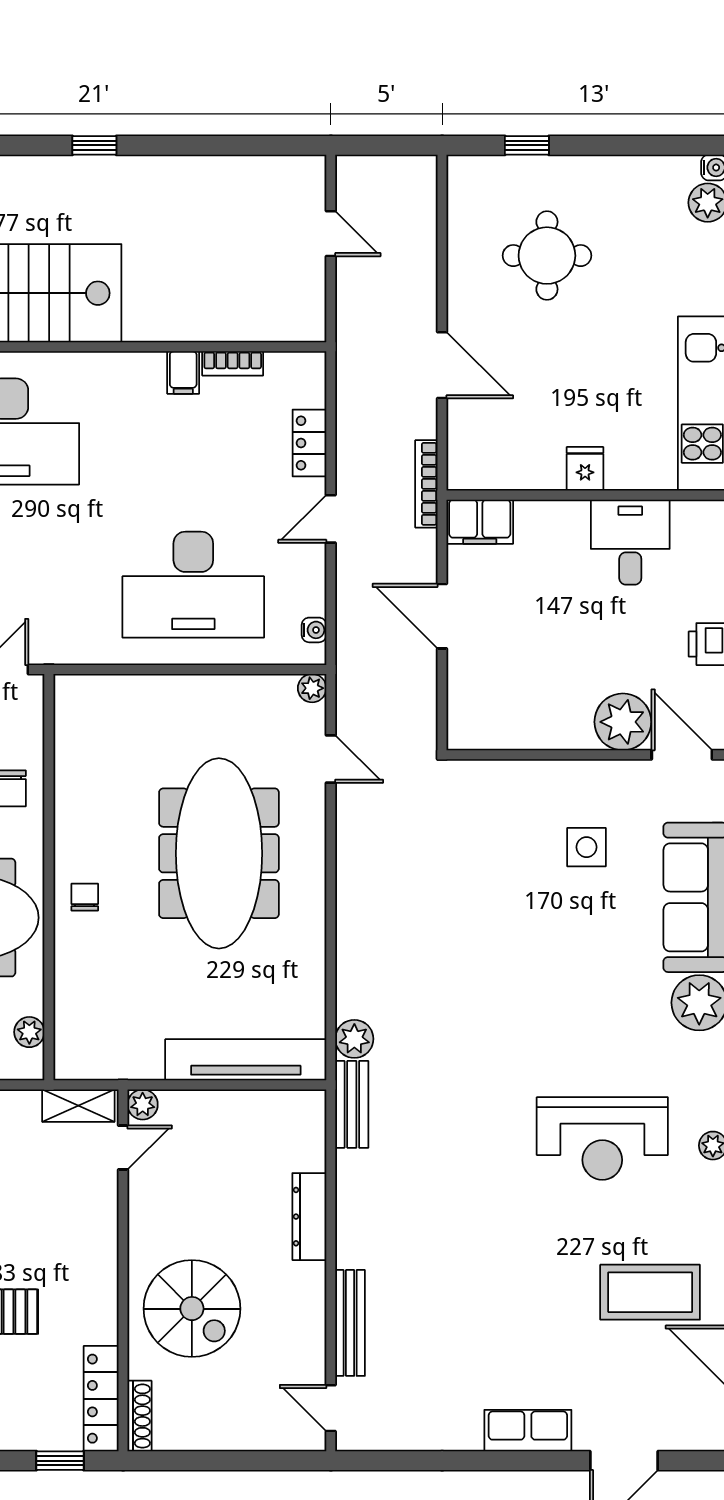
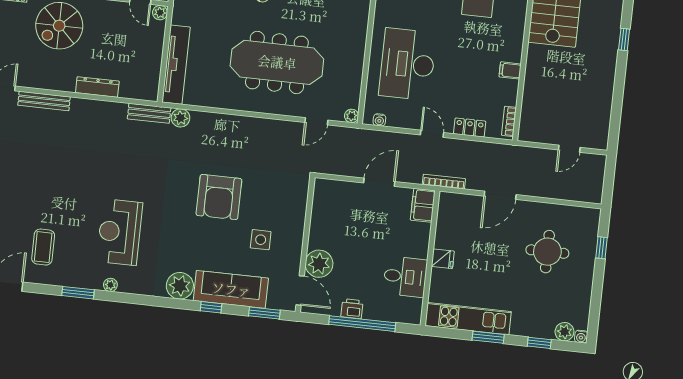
bookcase: (233, 363) -> (509, 121), moved
door: (682, 755) -> (300, 290), hinge flipped
armchair: (508, 942) -> (219, 197), added
coffee table: (650, 1292) -> (43, 247), width x0.73, depth x0.76

